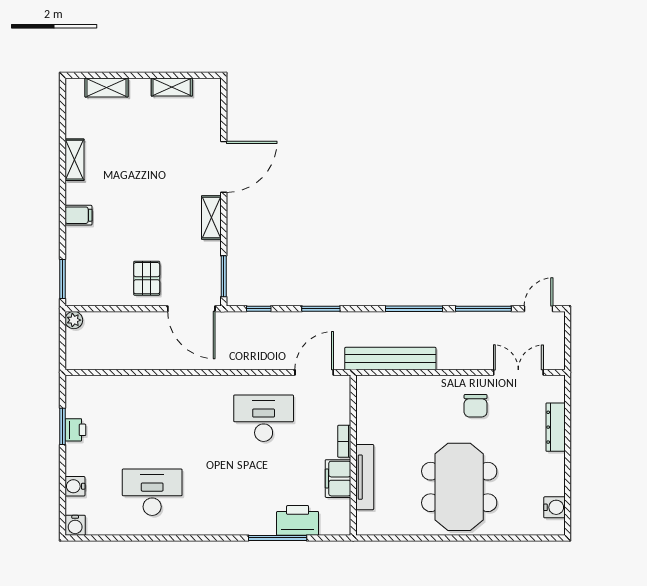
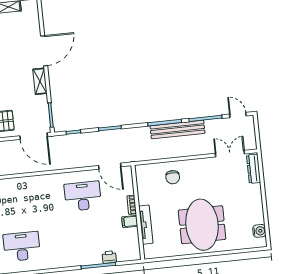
door: (539, 309) -> (238, 115), hinge flipped
bench: (390, 359) -> (178, 130), moved
door: (314, 372) -> (110, 166), swing flipped
chair: (476, 406) -> (173, 177), moved
dresser: (556, 427) -> (254, 169), moved
filing cabinet: (338, 479) -> (130, 222), width x0.50
printer: (298, 520) -> (109, 257), width x0.53, depth x0.68

